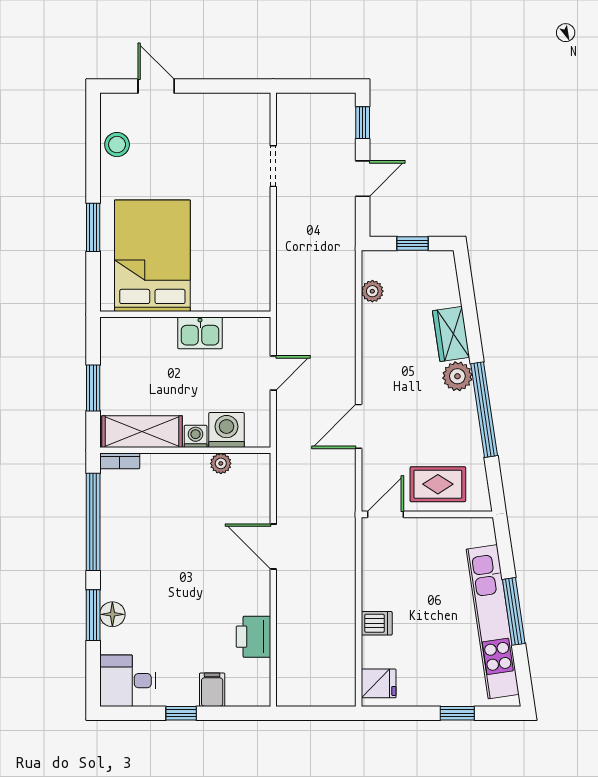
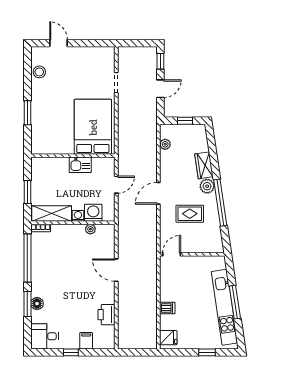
bed: (152, 256) -> (93, 127), moved
door: (359, 426) -> (158, 193), moved
rug: (438, 484) -> (190, 214), moved

